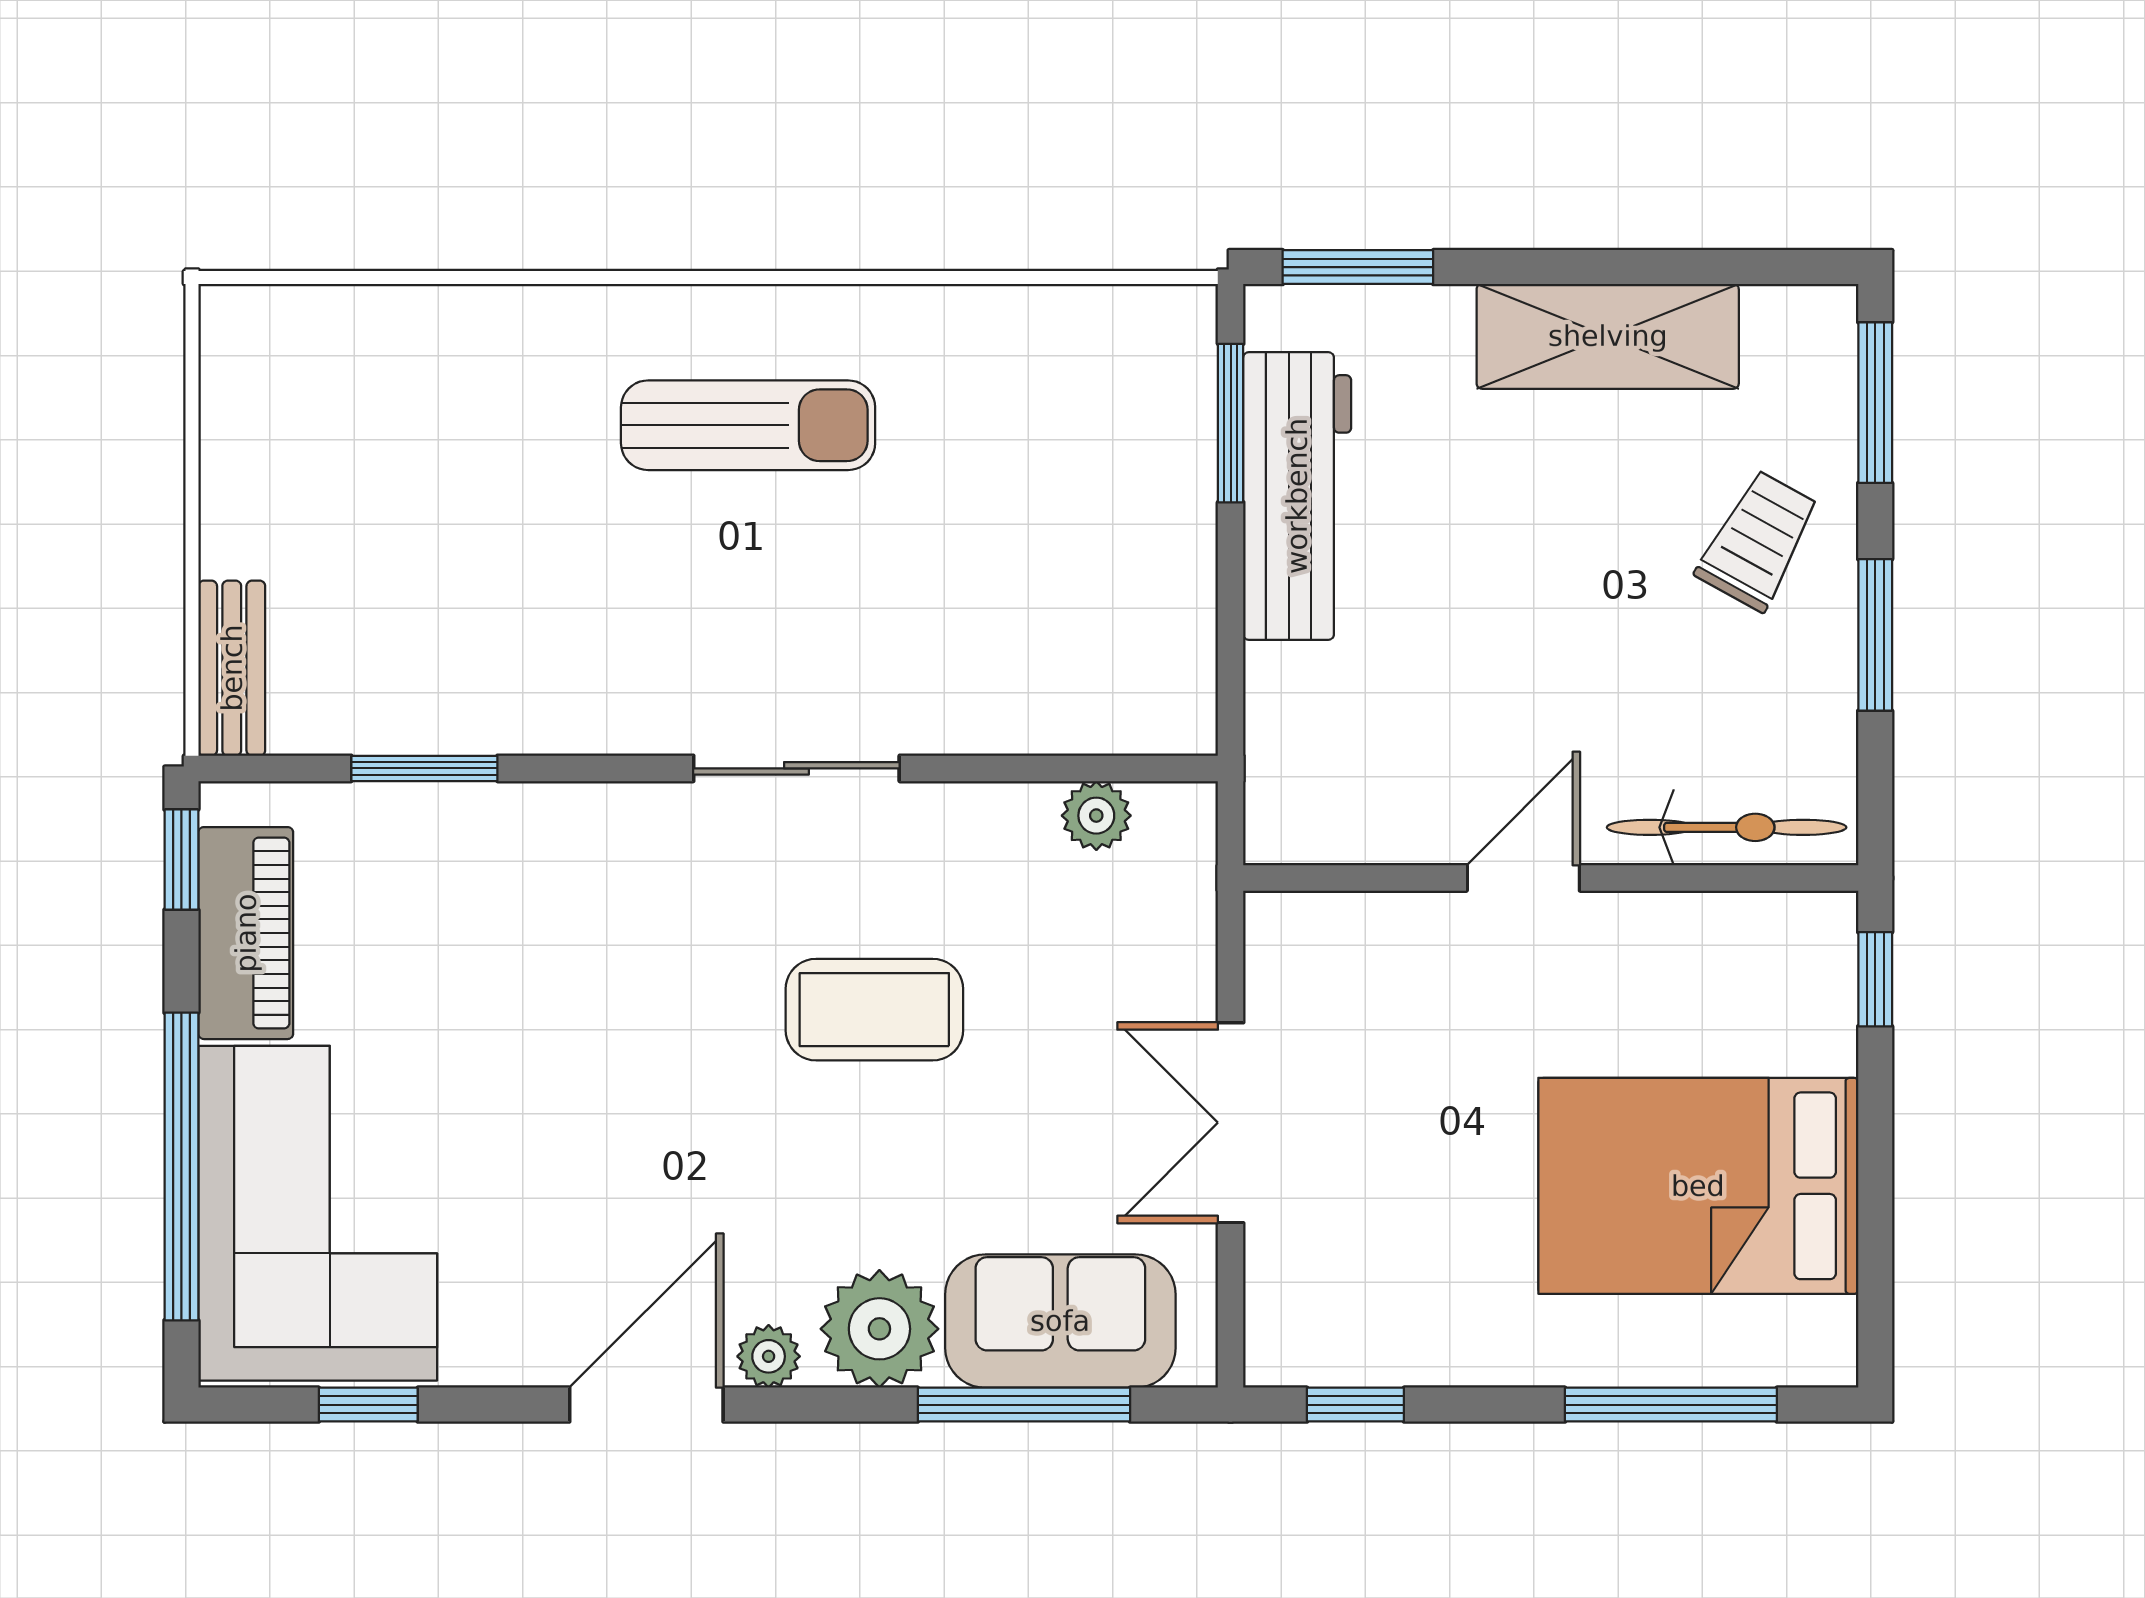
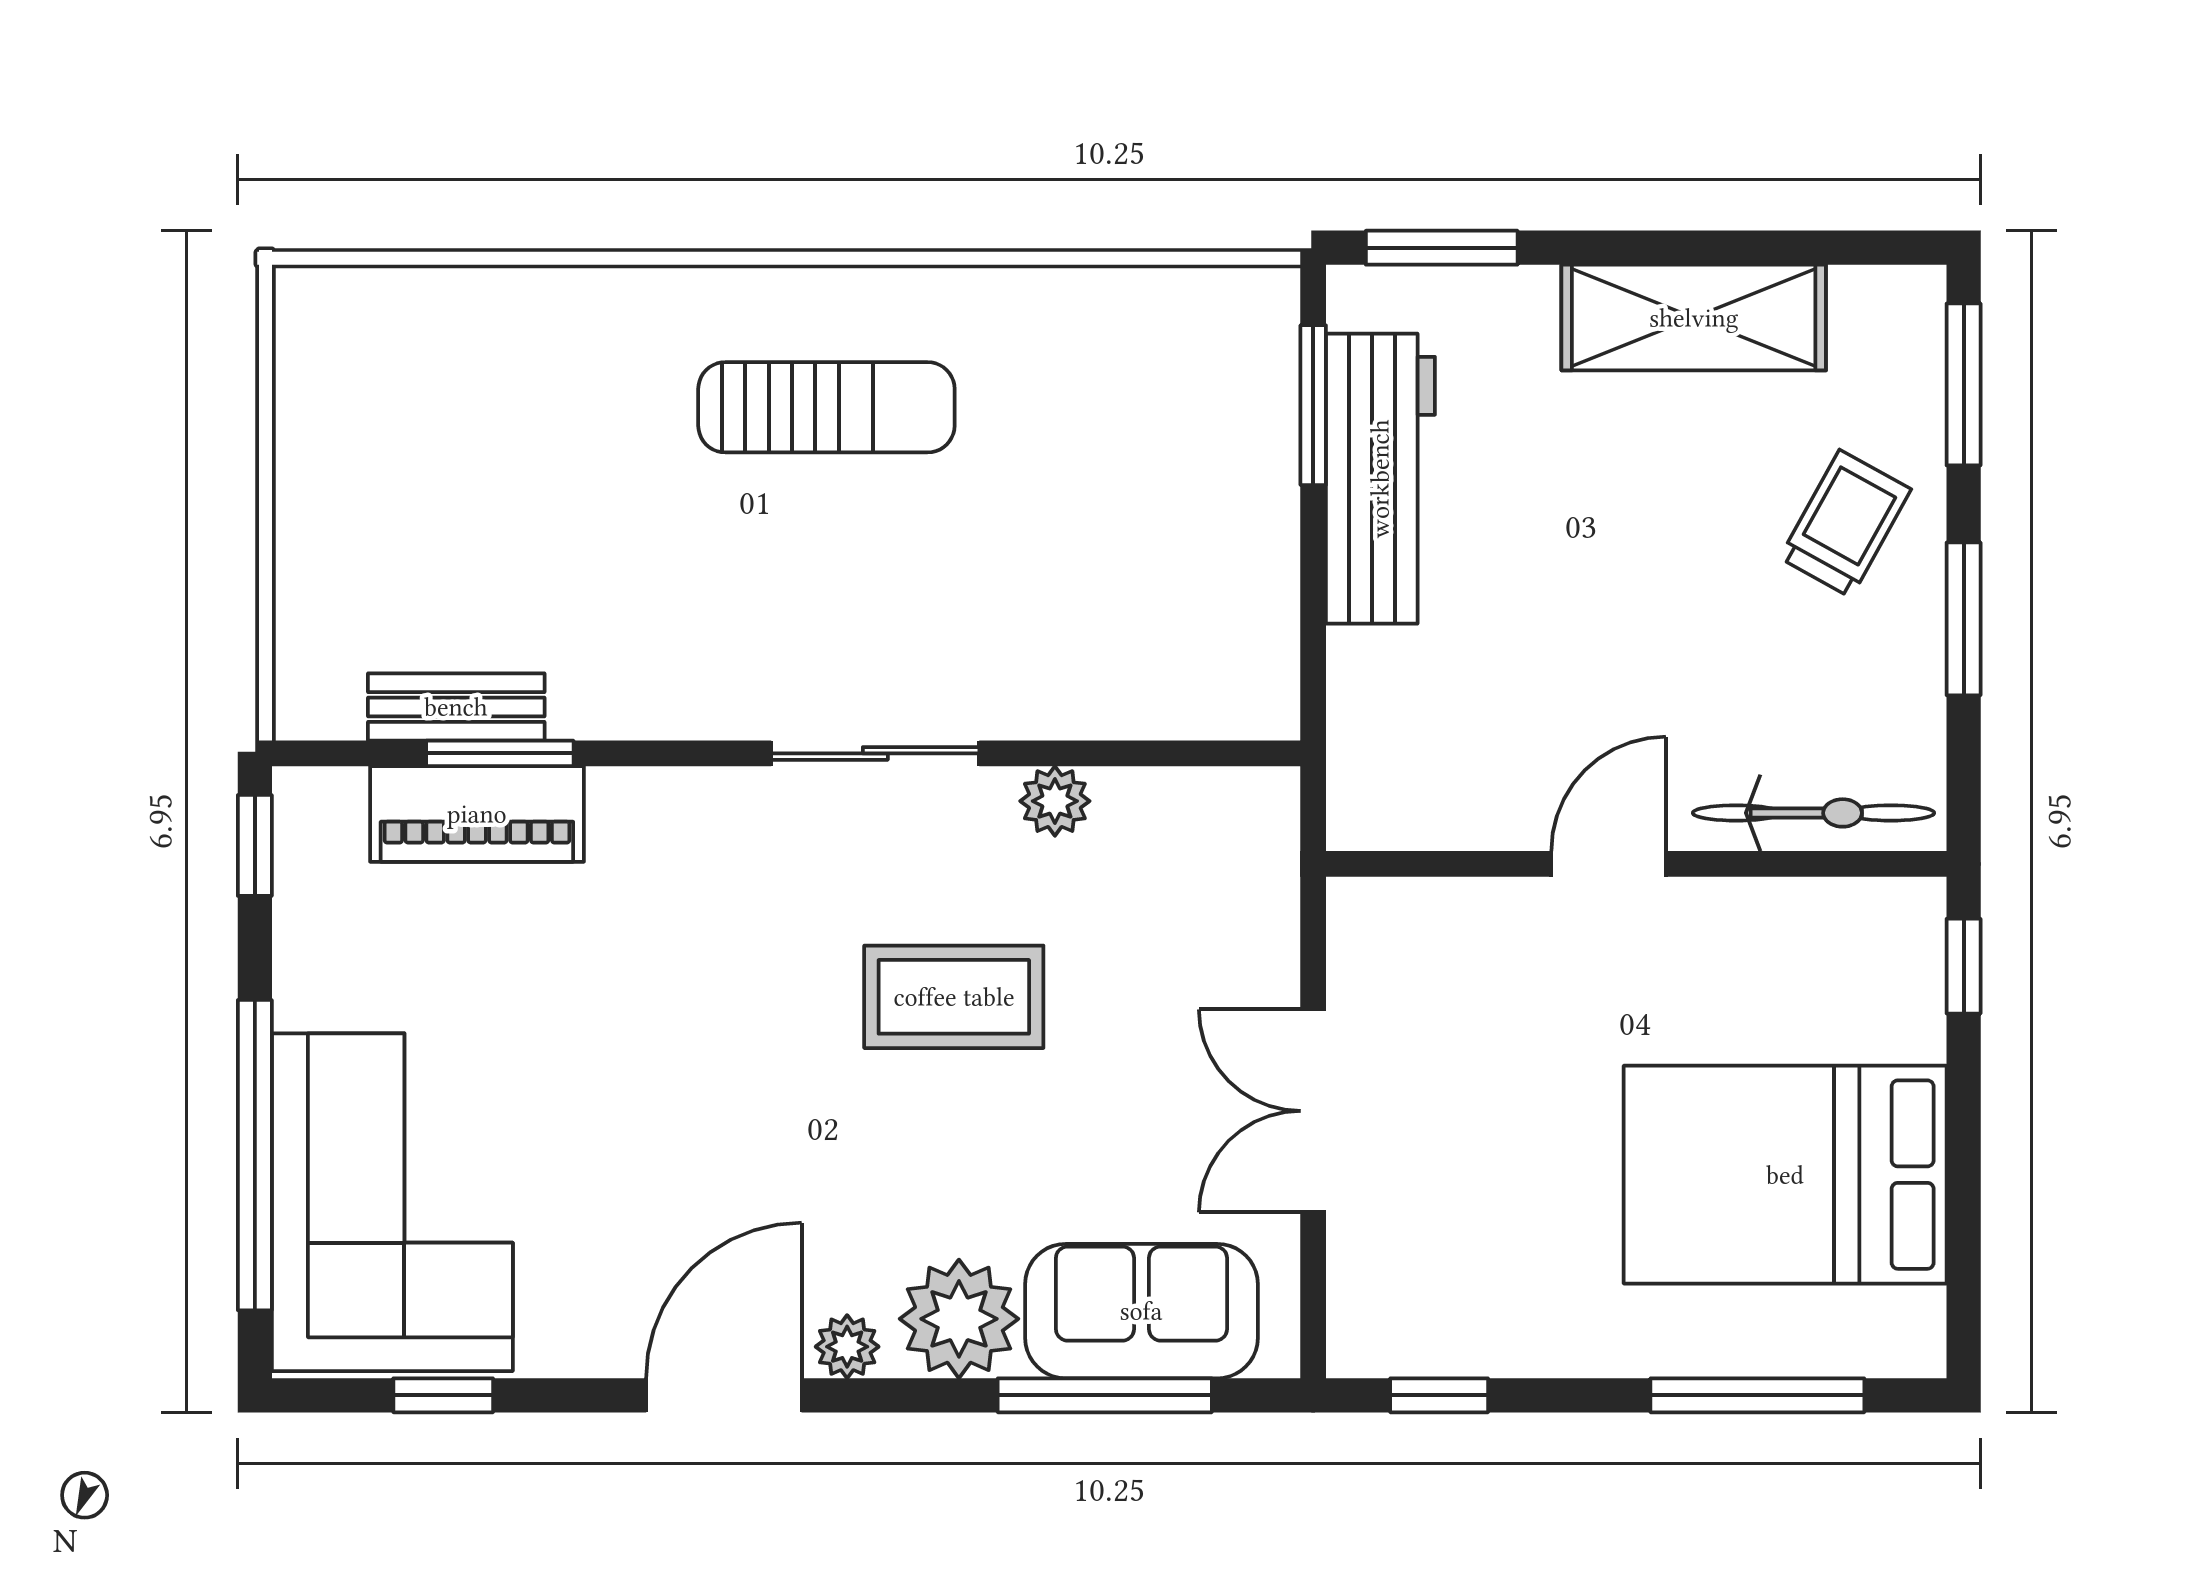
bench: (232, 668) -> (456, 707), moved, turned 90
plant: (1096, 816) -> (1055, 801), moved
piano: (246, 933) -> (477, 814), moved, turned 90

